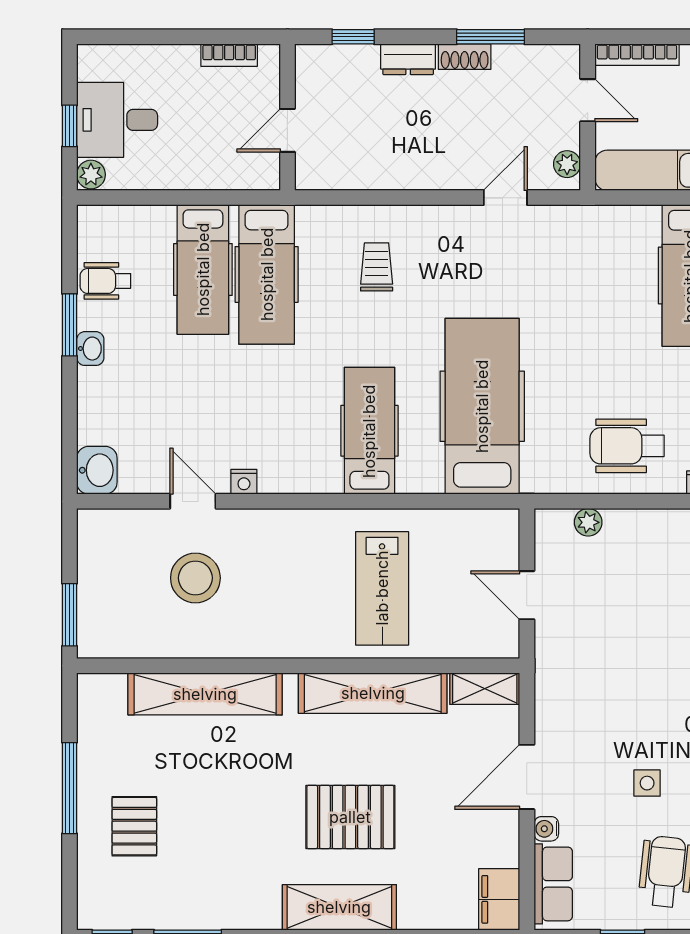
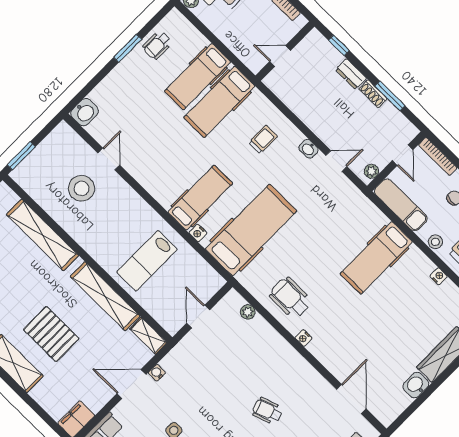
wheelchair: (105, 281) -> (157, 45), turned -90
washbasin: (90, 349) -> (308, 149), moved, turned 90
nightstand: (244, 482) -> (198, 233), moved
water cooler: (546, 829) -> (157, 373), moved

